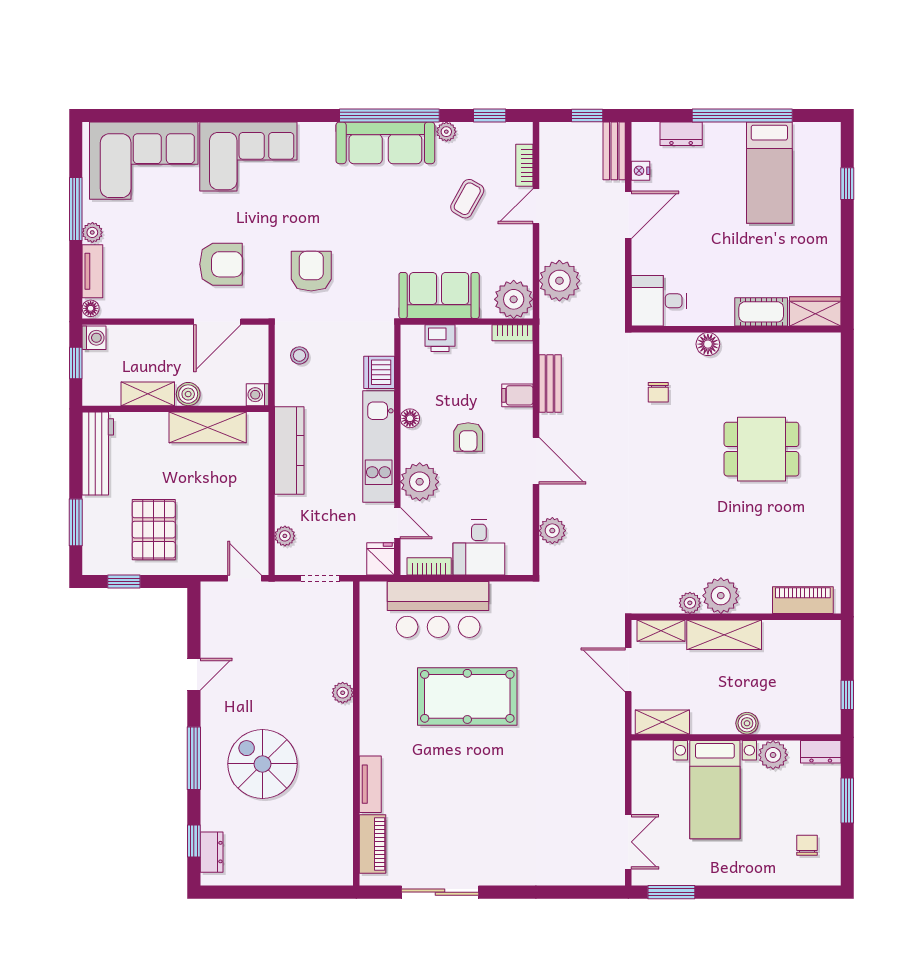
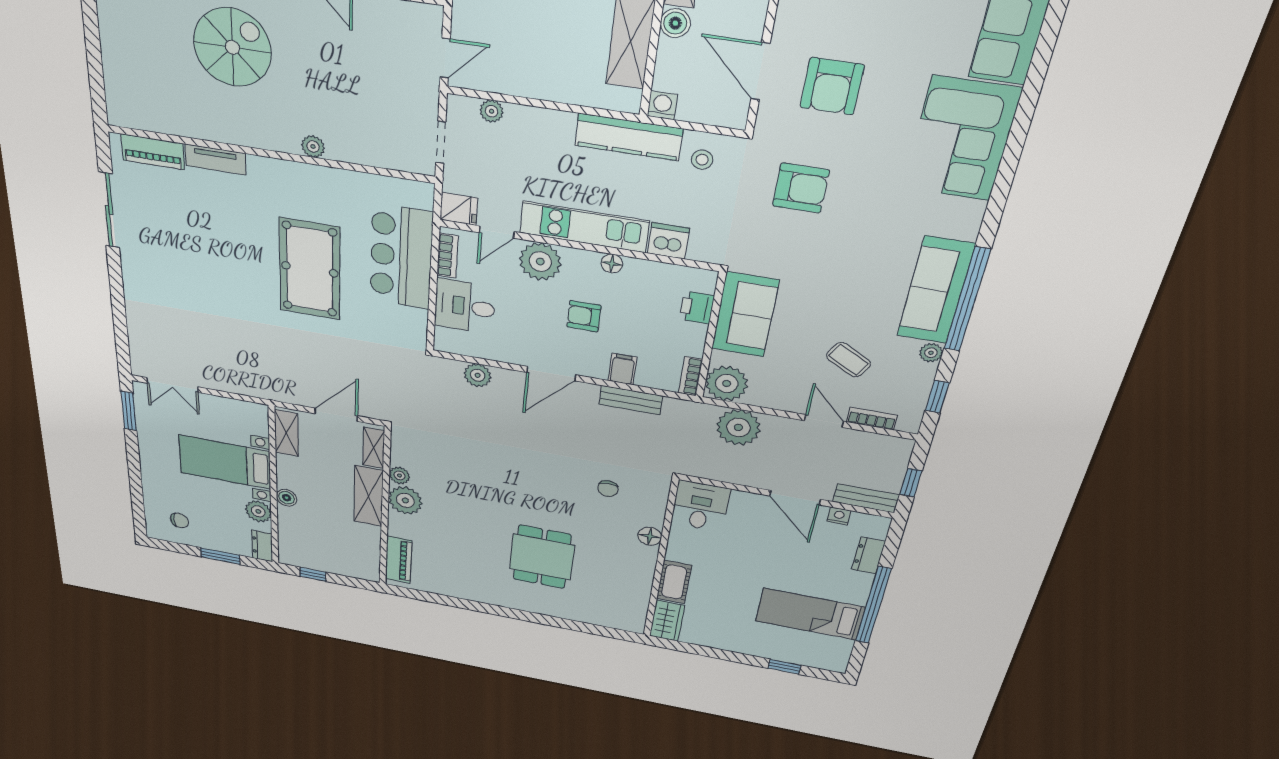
chair: (658, 392) -> (608, 489), turned -90
kitchen counter: (289, 450) -> (629, 137), moved

